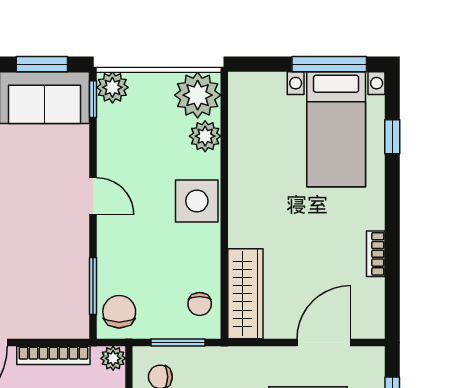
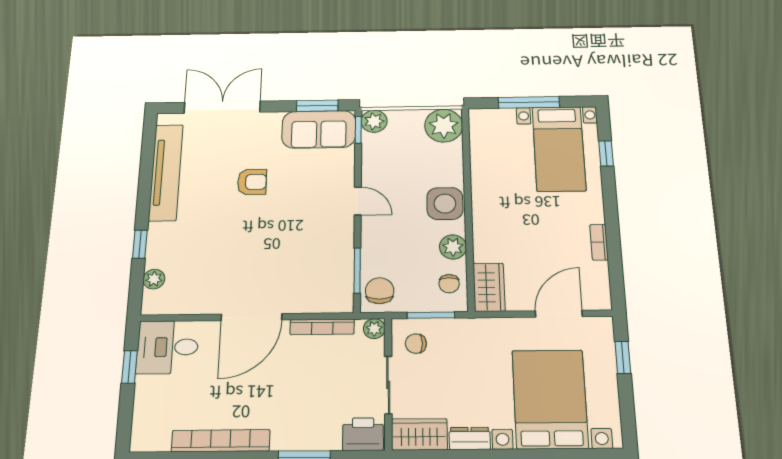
window: (329, 64) -> (529, 102), moved
plant: (205, 136) -> (453, 247), moved
wardrobe: (245, 294) -> (489, 287), width x0.67

